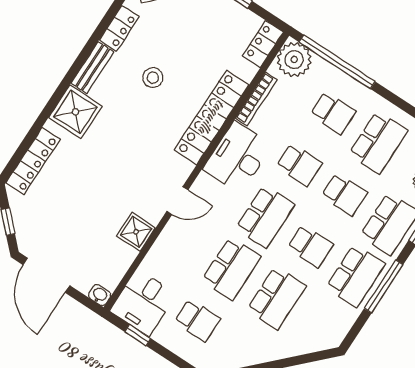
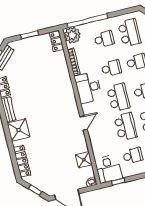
stool: (153, 78) -> (32, 91), removed
locker: (212, 117) -> (66, 84), removed
shower: (136, 232) -> (84, 160), moved

